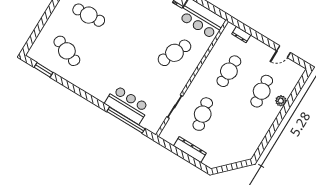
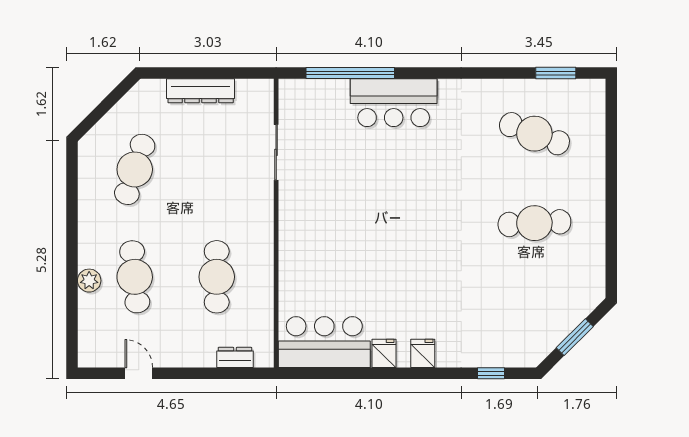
door: (284, 52) -> (139, 373), hinge flipped
cafe table: (174, 53) -> (336, 250), removed
bar counter: (127, 105) -> (394, 103), moved
cafe table: (203, 114) -> (135, 169), moved, turned 30

